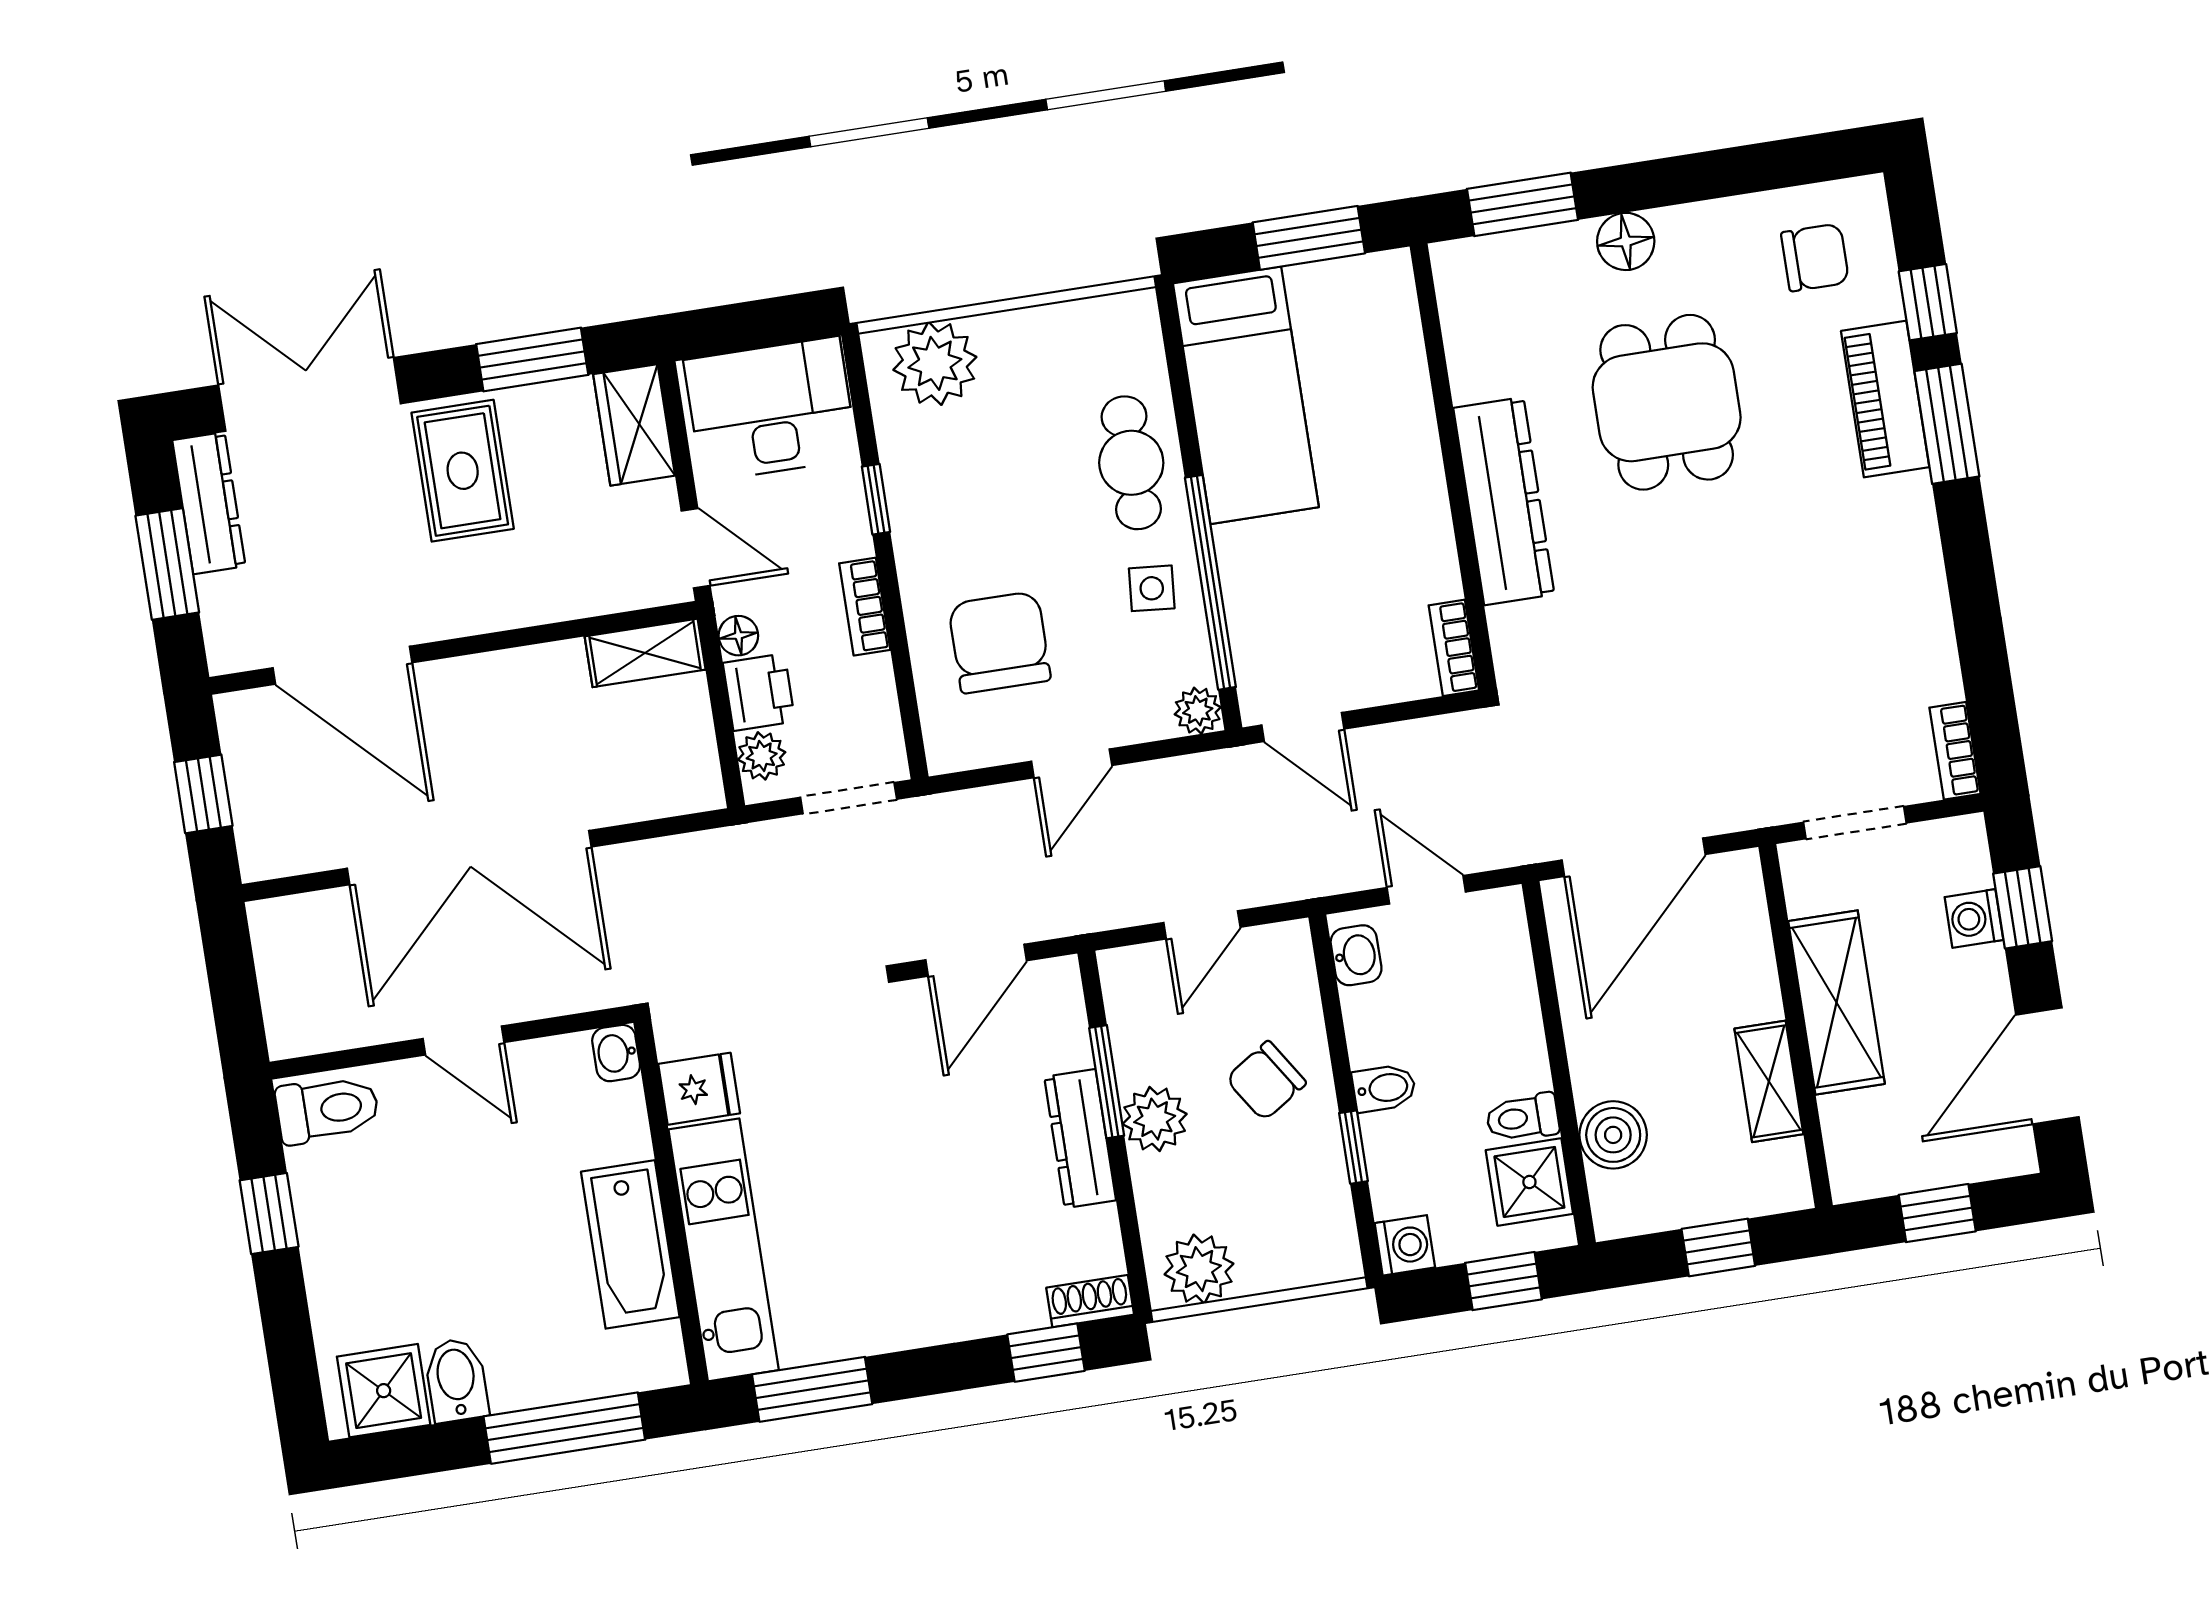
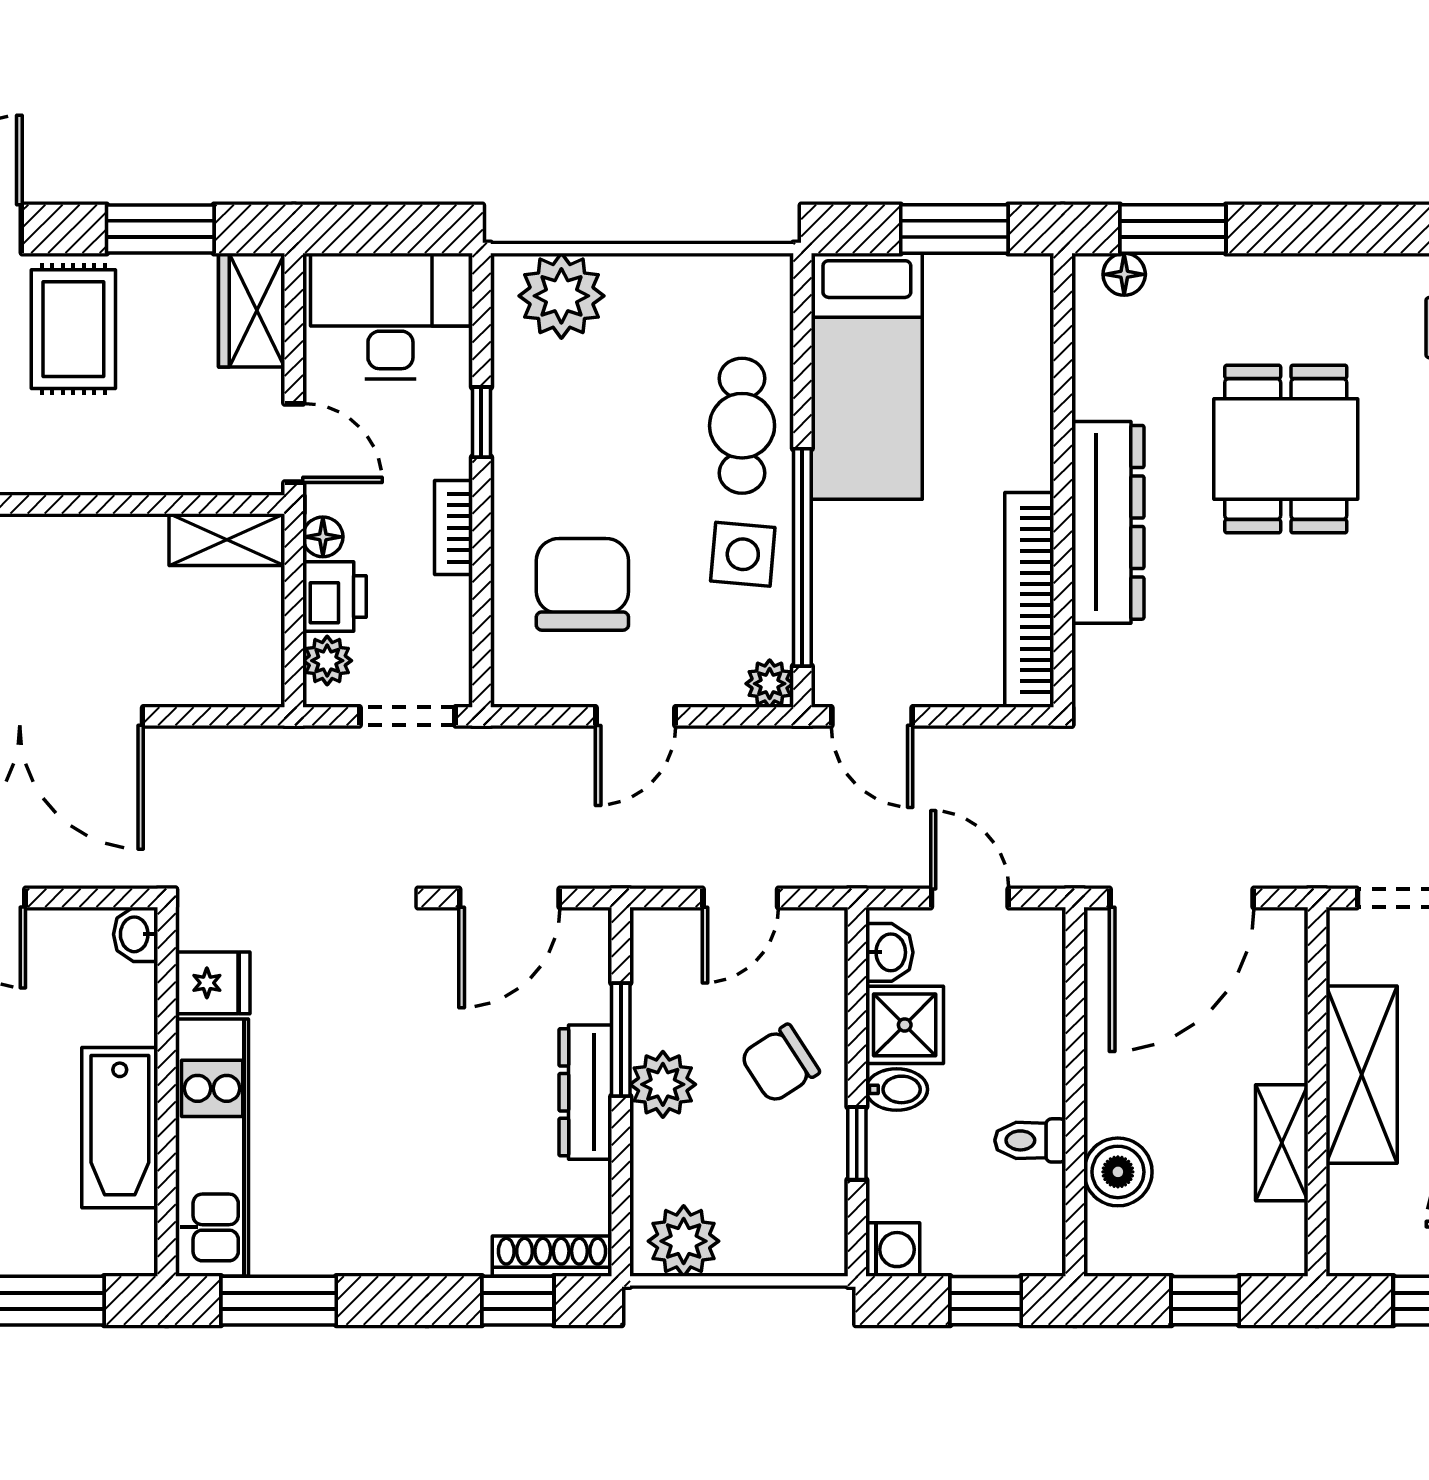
floor lamp: (1626, 241) -> (1124, 274), moved, width x0.73, depth x0.73
side table: (1152, 588) -> (743, 554), width x1.37, depth x1.37
bookcase: (1454, 648) -> (1029, 600), width x2.31, depth x1.31
shower: (1529, 1182) -> (905, 1025), moved
shoe rack: (1090, 1301) -> (552, 1256), width x1.43

